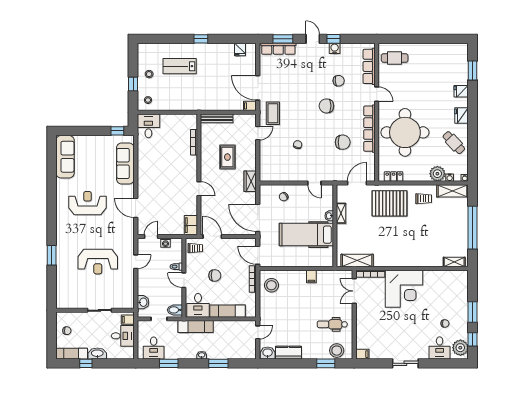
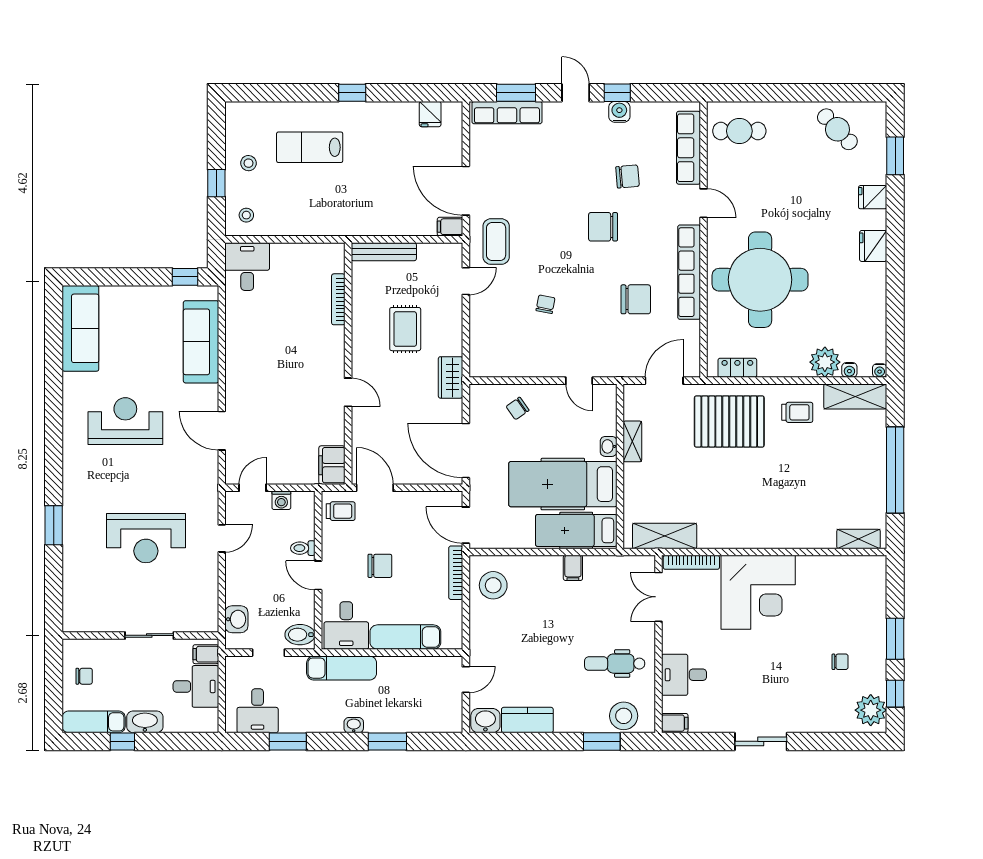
cafe table: (454, 143) -> (837, 129), moved
hospital bed: (313, 258) -> (576, 530), added
desk: (440, 348) -> (684, 675), moved, turned 90

